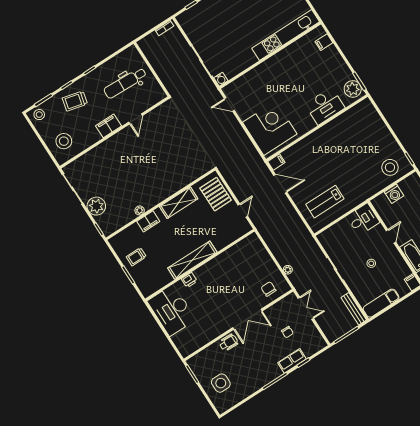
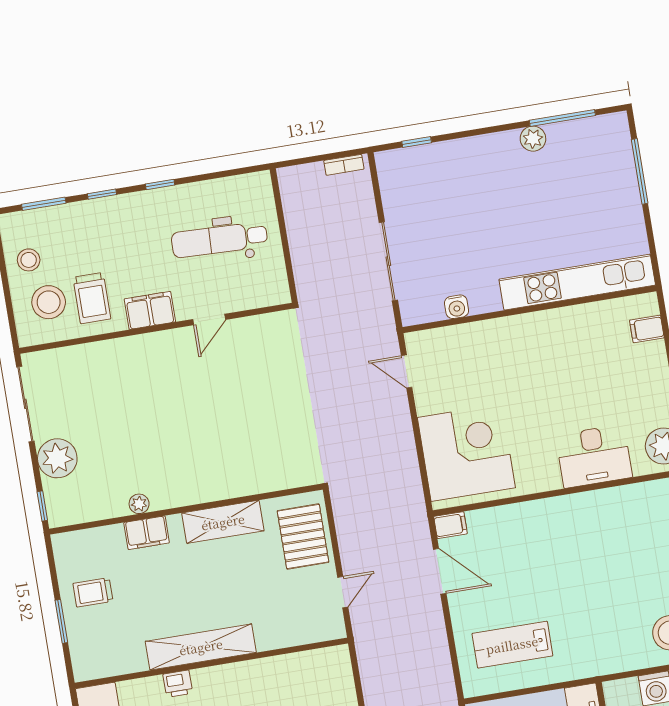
water cooler: (221, 79) -> (457, 307), moved
trolley: (75, 101) -> (92, 298), moved, turned -104
stool: (39, 115) -> (29, 260), moved

